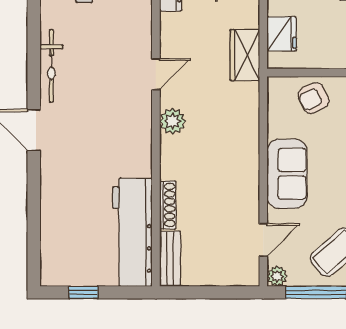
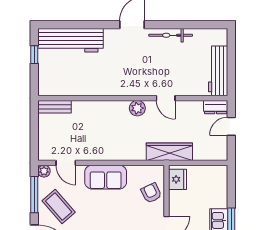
fridge: (282, 34) -> (178, 179), moved, turned -90
wardrobe: (245, 55) -> (169, 152), width x1.50
shoe rack: (168, 205) -> (87, 105), removed
workbench: (133, 232) -> (70, 40), moved, turned 180

